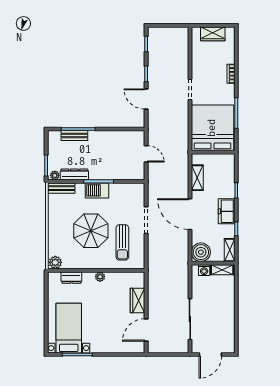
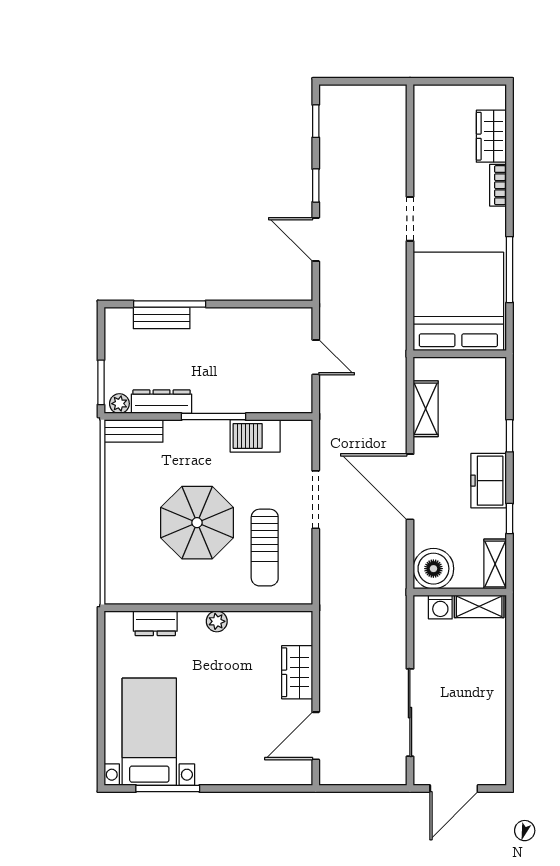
wardrobe: (213, 34) -> (491, 136), moved, turned 90
barbecue: (97, 190) -> (255, 436), moved
plant: (55, 262) -> (121, 591), removed

